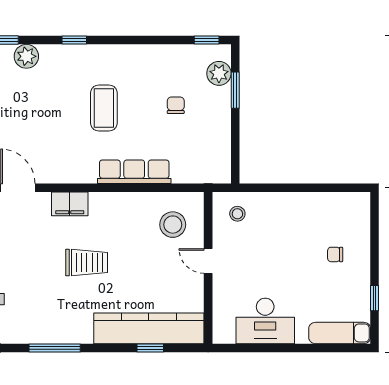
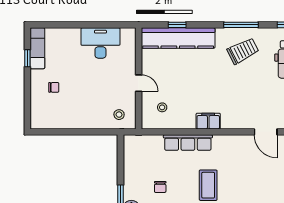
filing cabinet: (70, 204) -> (208, 121), moved
stool: (173, 225) -> (162, 107), width x0.53, depth x0.53
trolley: (87, 262) -> (243, 51), moved, turned 153
exam couch: (340, 333) -> (37, 48), moved, turned -90

